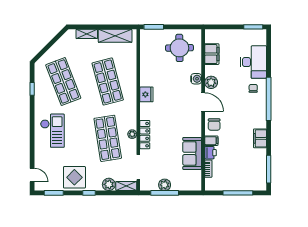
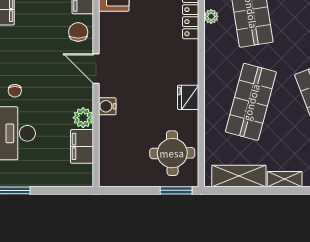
round table: (179, 48) -> (172, 153), moved
shop shelf: (108, 81) -> (251, 102), turned 30
plant: (211, 82) -> (83, 118), moved
fridge: (146, 94) -> (188, 97), moved

